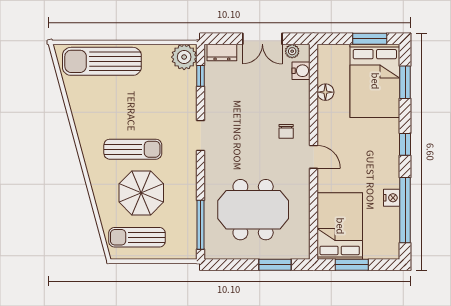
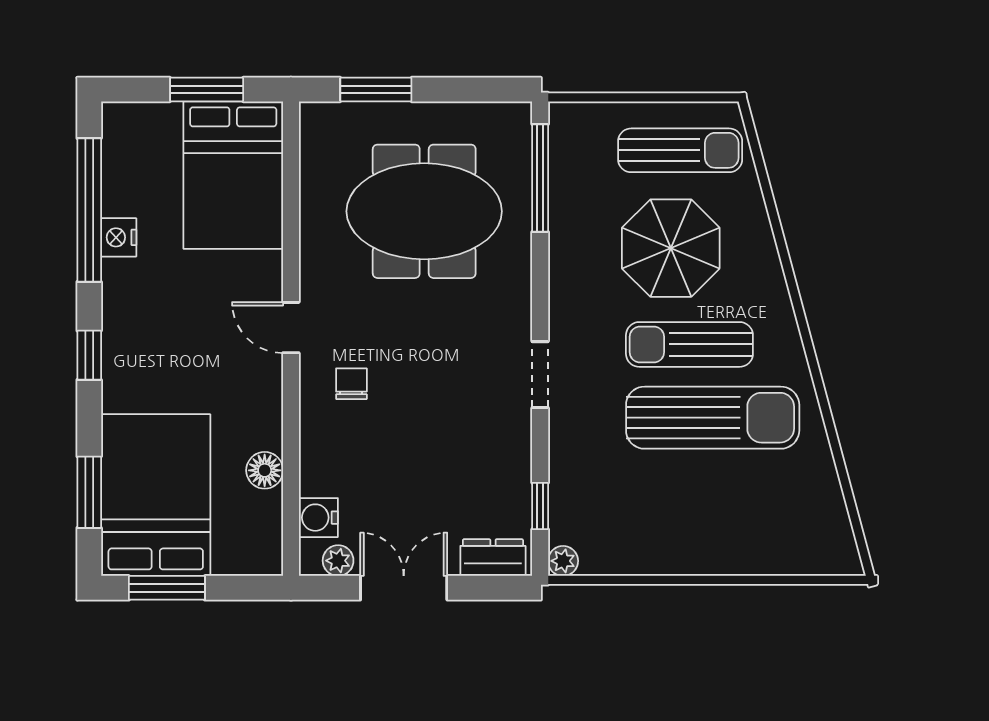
plant: (184, 57) -> (563, 561), width x0.53, depth x0.53
sun lounger: (102, 61) -> (713, 418), moved

